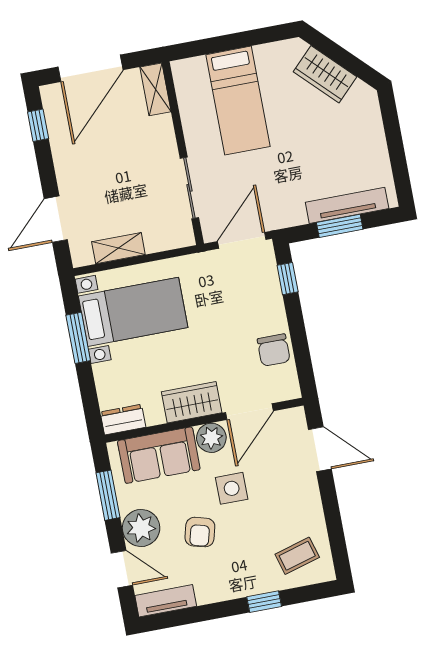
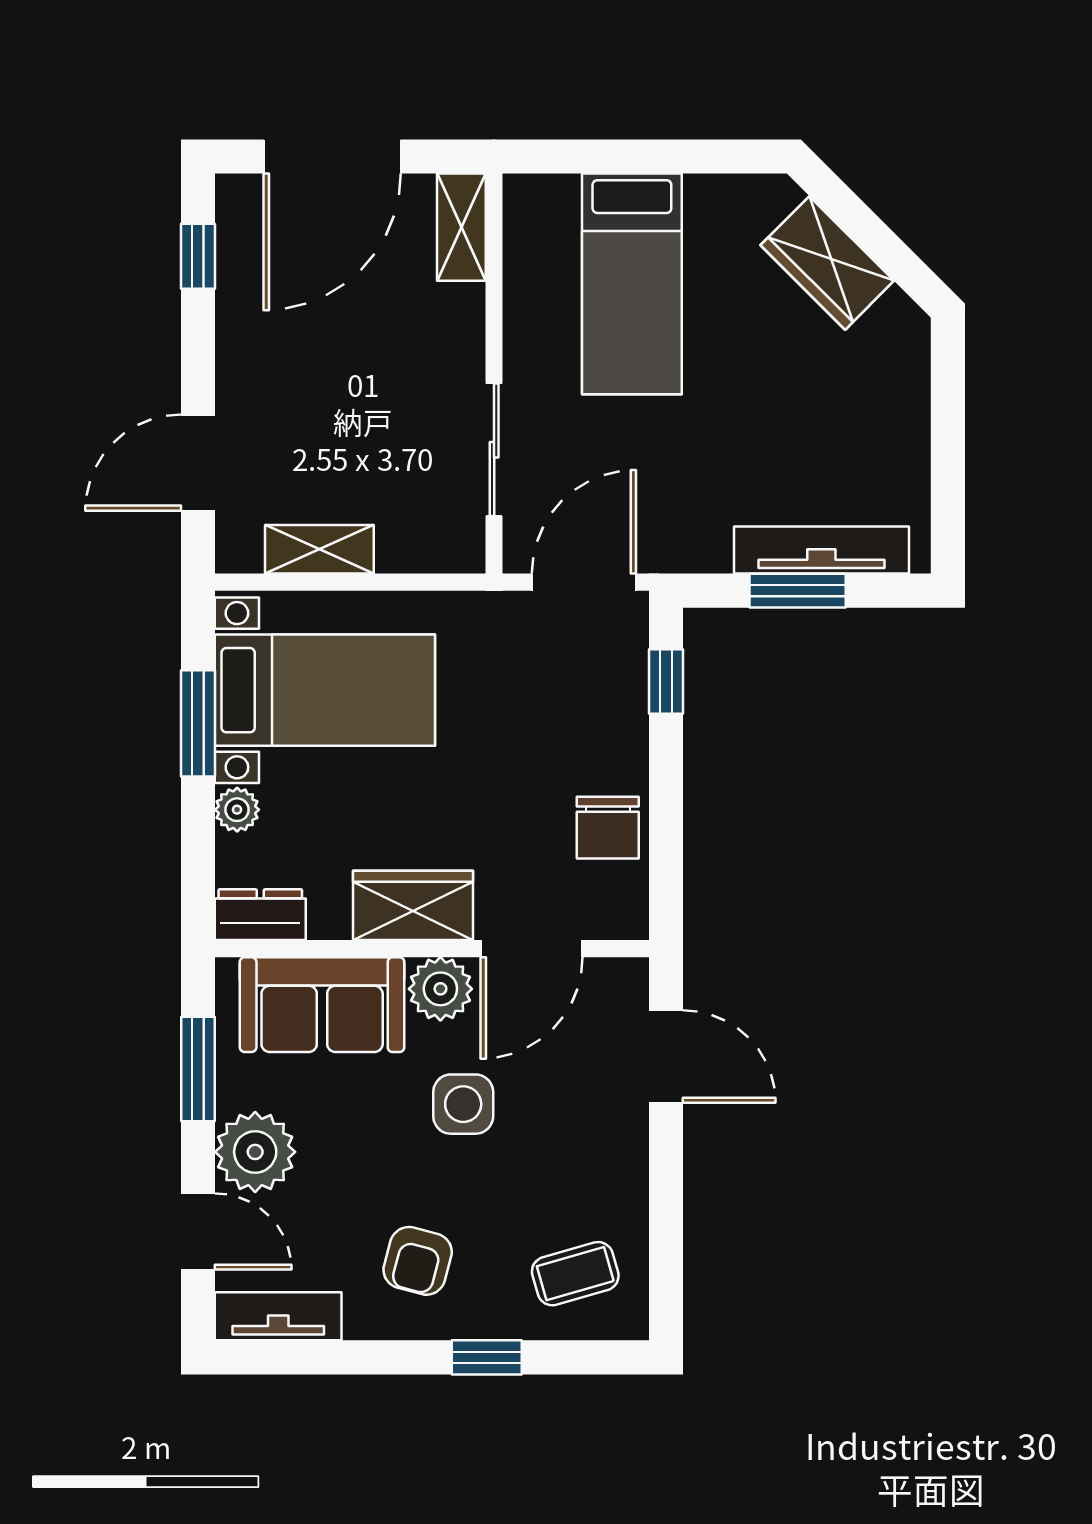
plant: (103, 374) -> (237, 810), added
armchair: (200, 532) -> (418, 1261), moved

